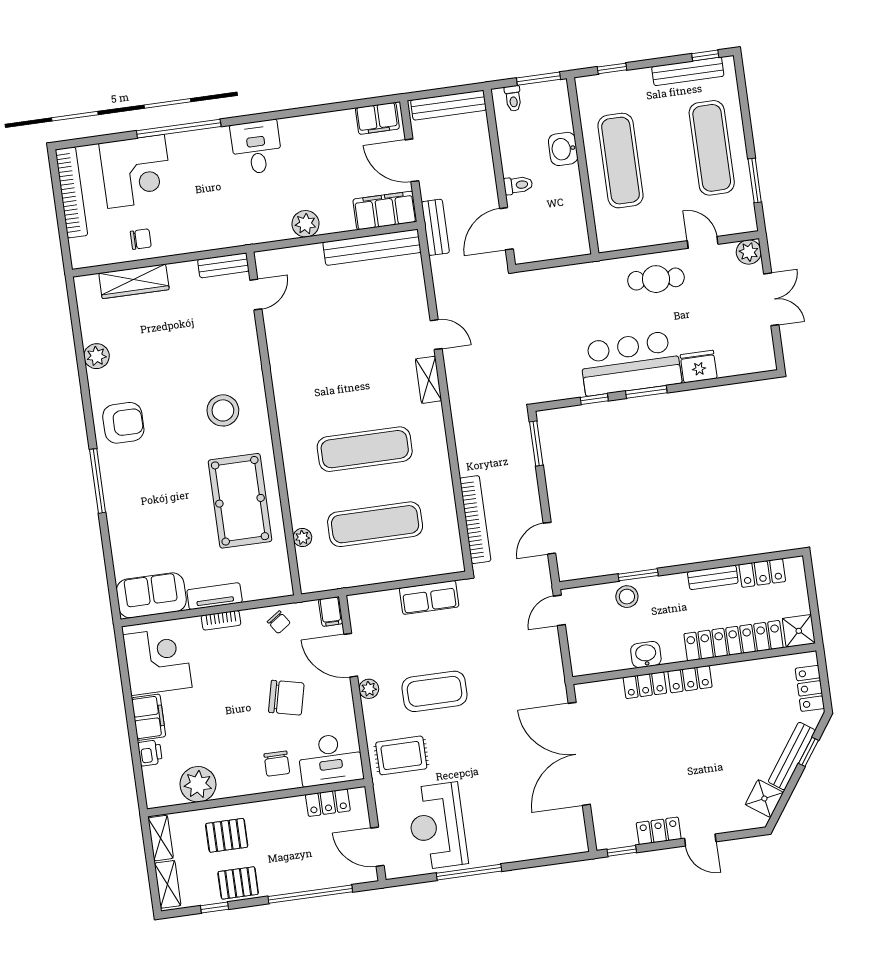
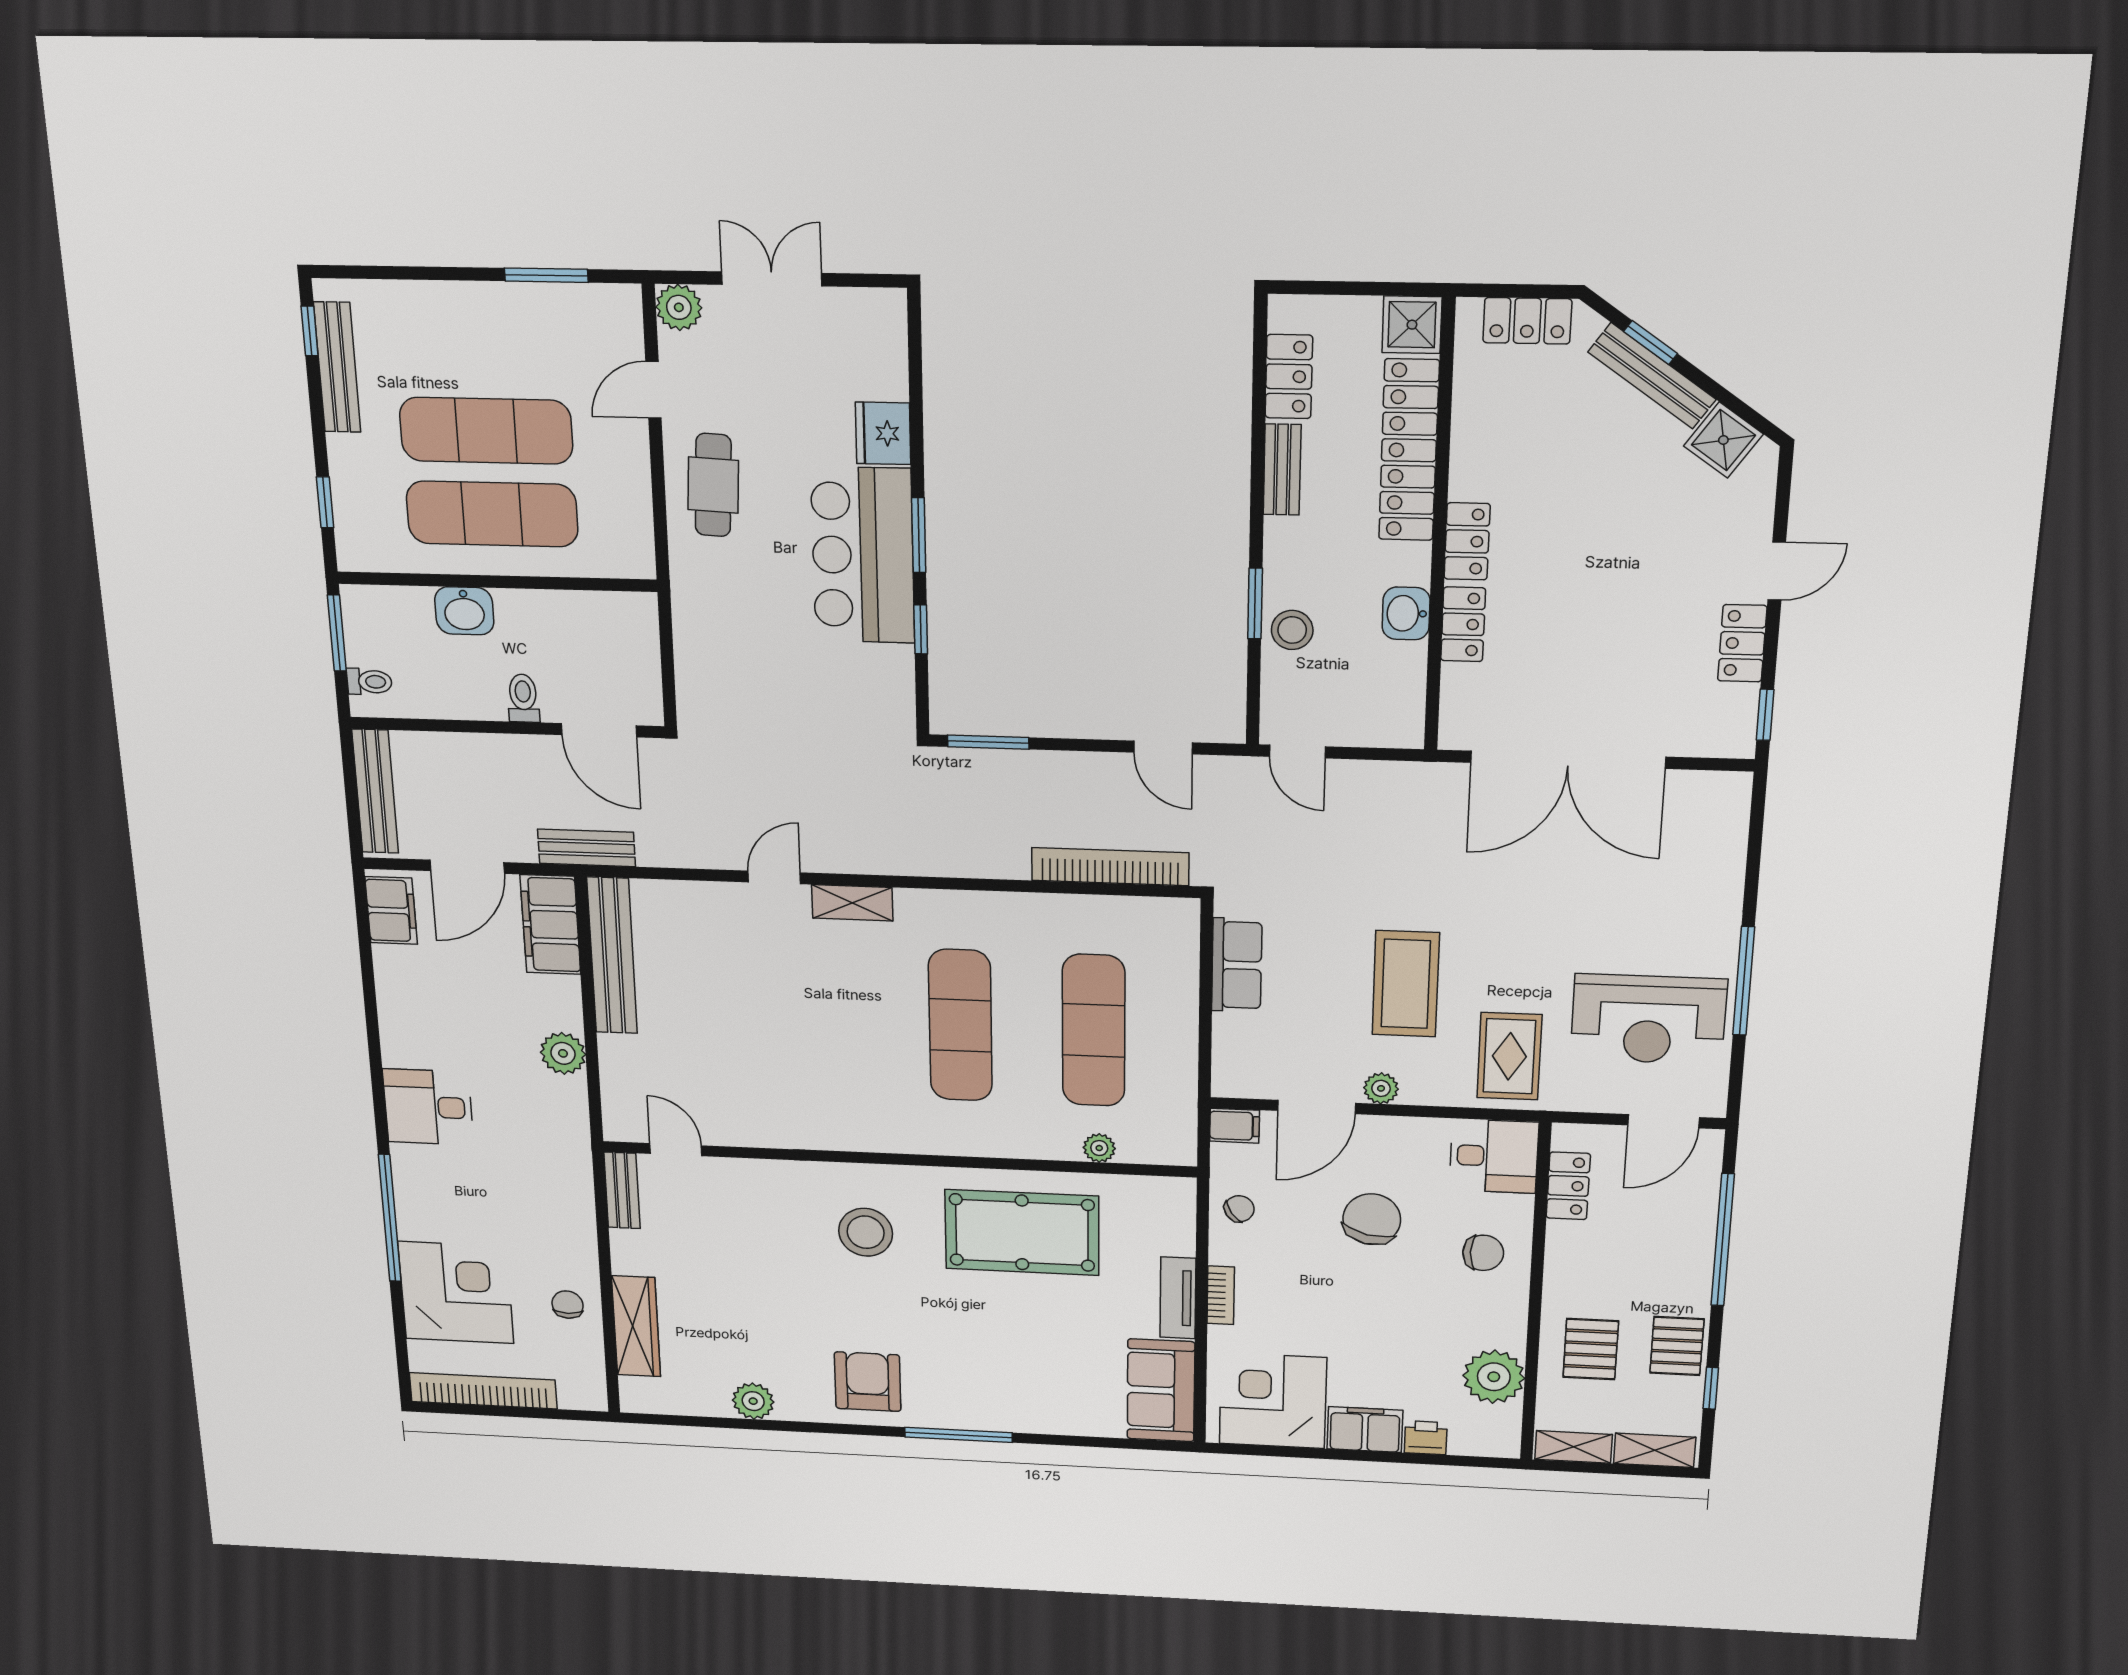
exercise mat: (712, 148) -> (486, 431), moved
desk: (330, 759) -> (1494, 1156), width x0.73

